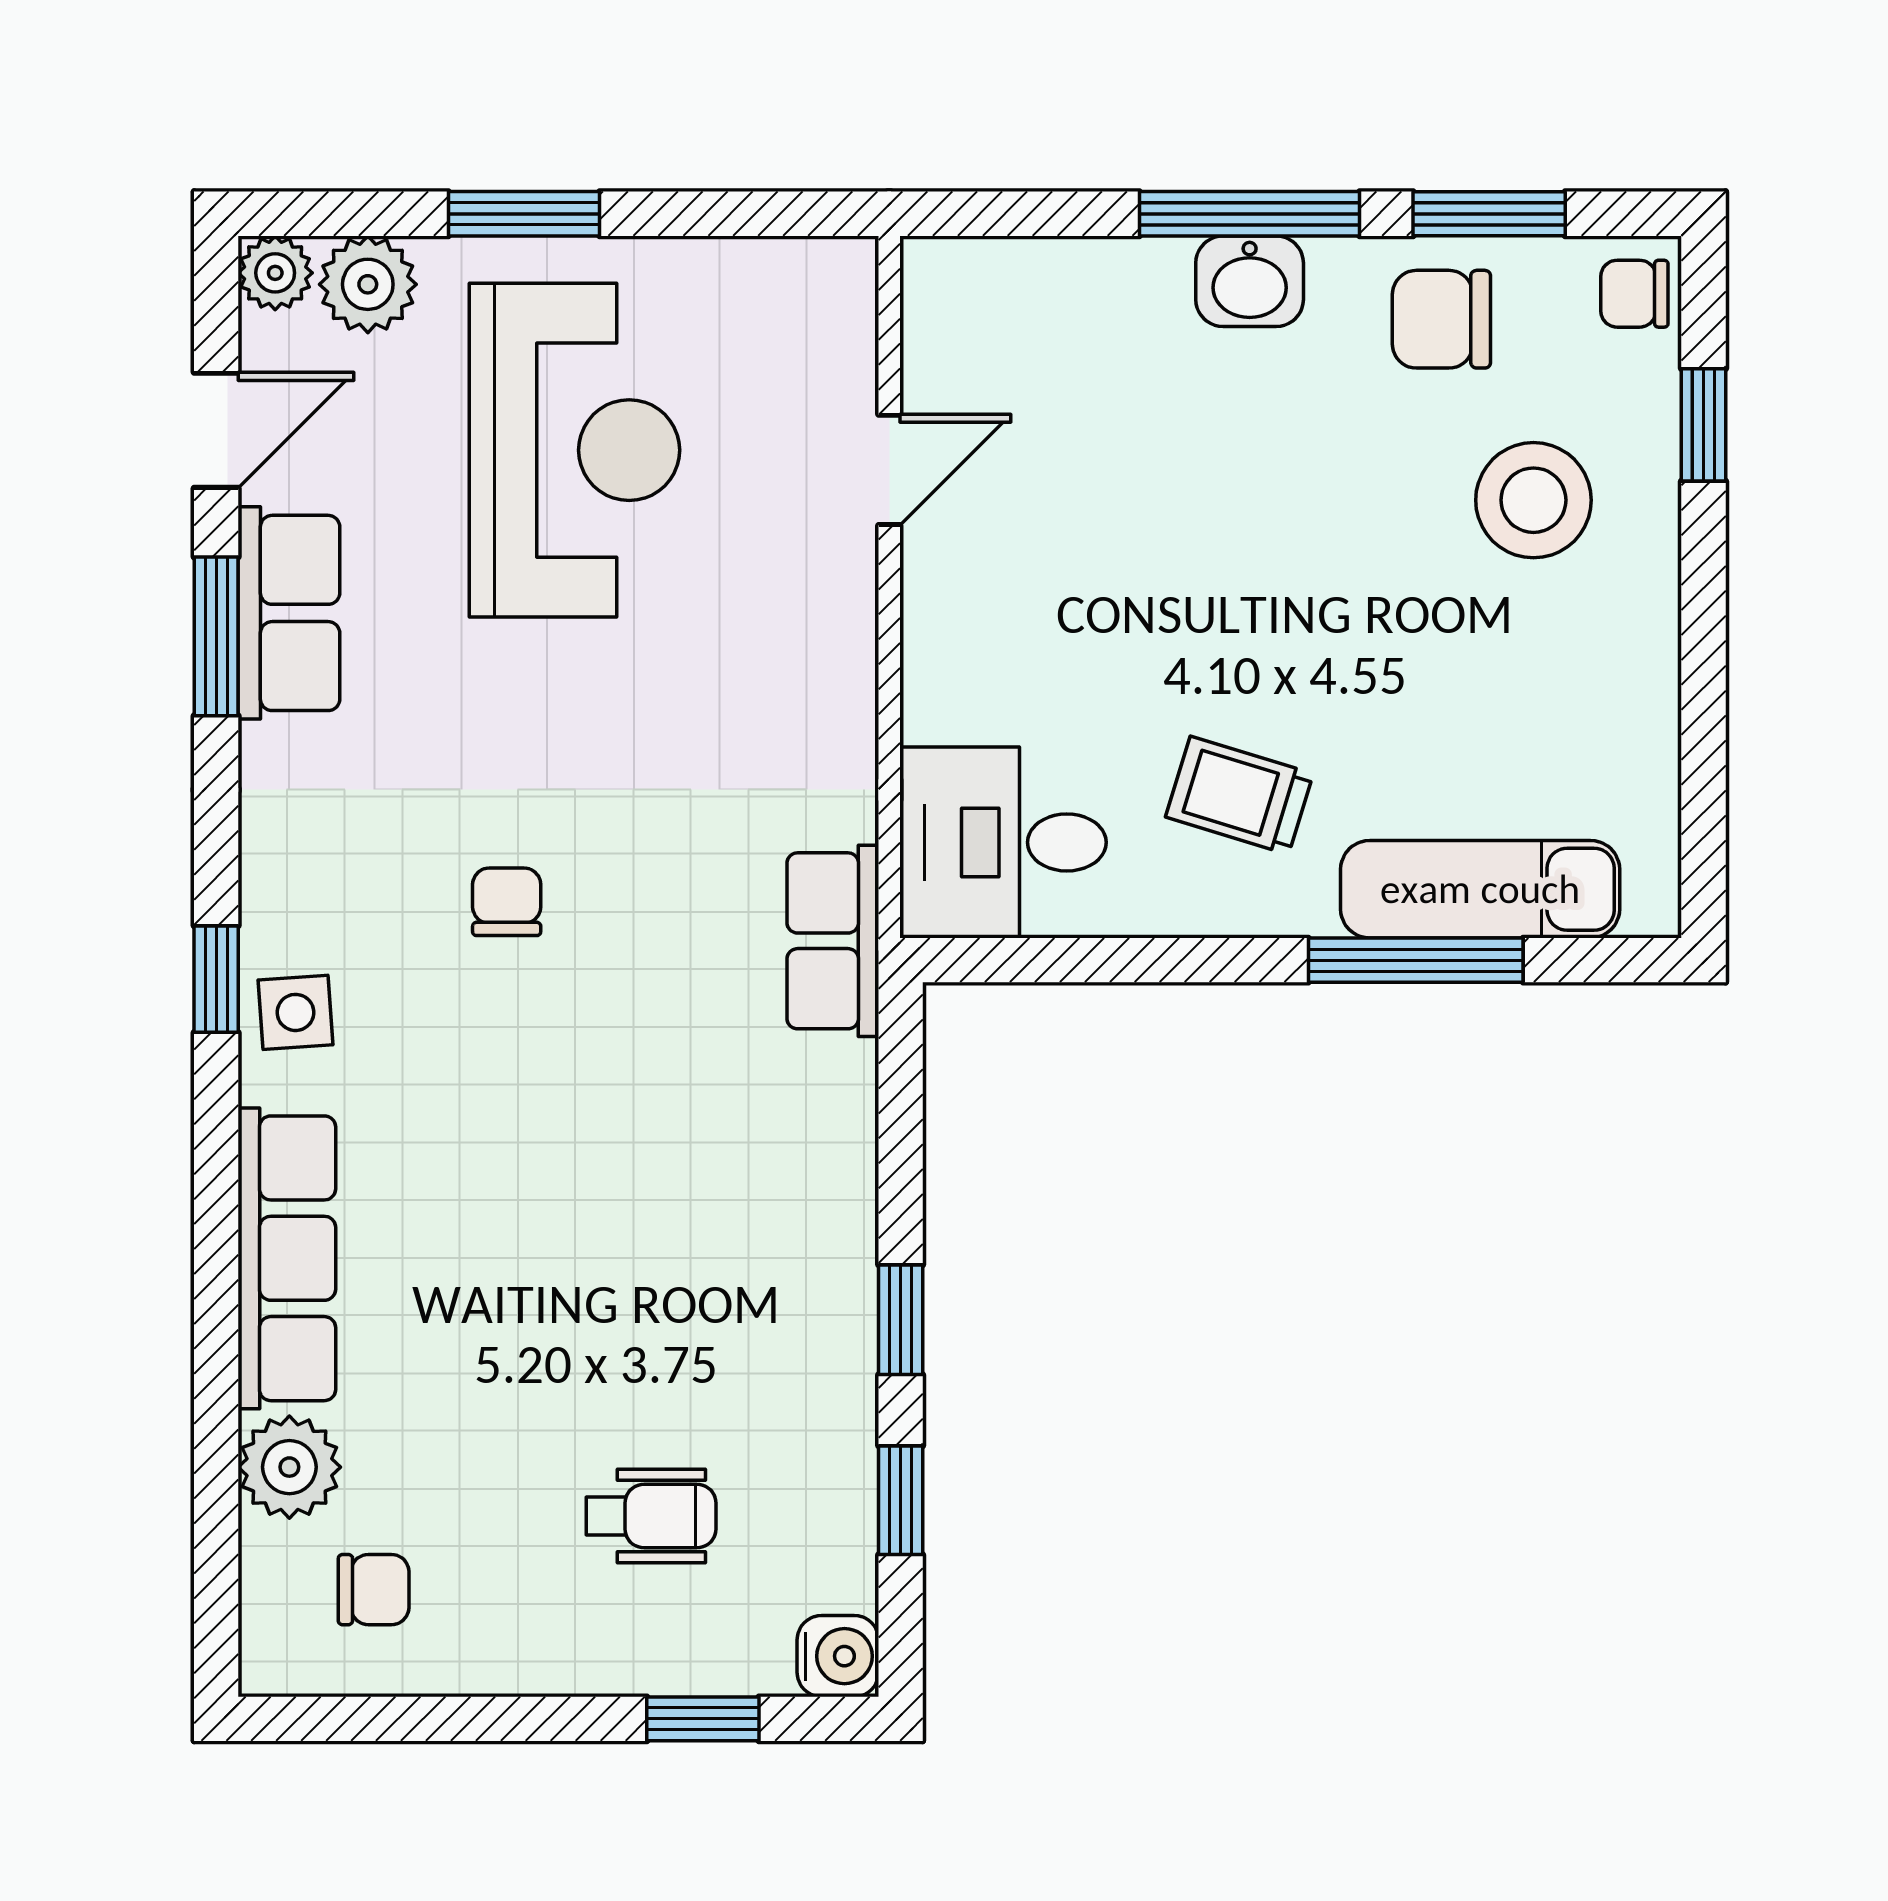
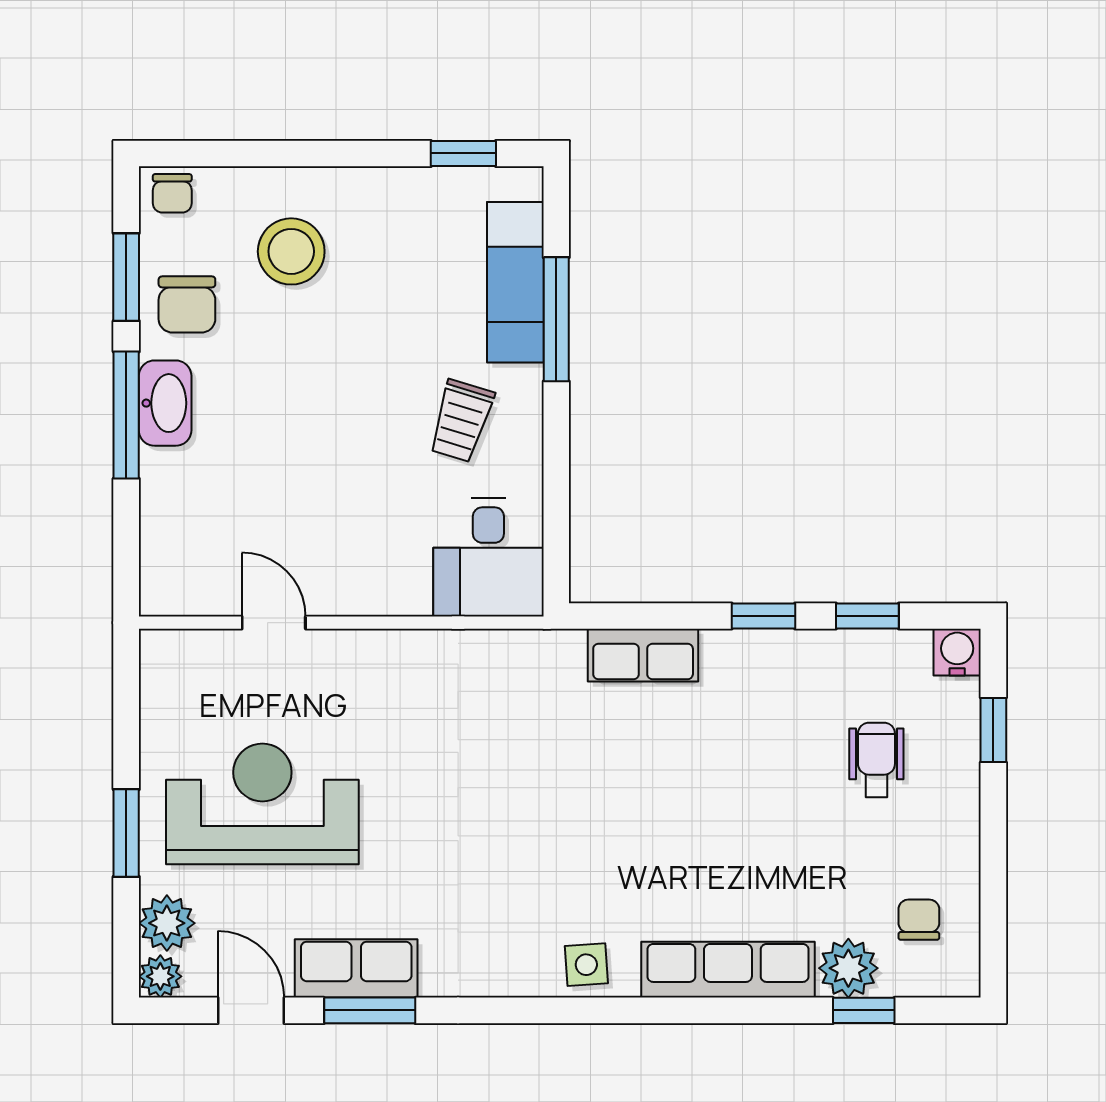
washbasin: (1250, 281) -> (165, 403), width x1.38
window: (1704, 425) -> (463, 153), moved
chair: (507, 902) -> (523, 843), removed
row of seats: (833, 941) -> (643, 655), moved
window: (216, 979) -> (864, 1010), moved

